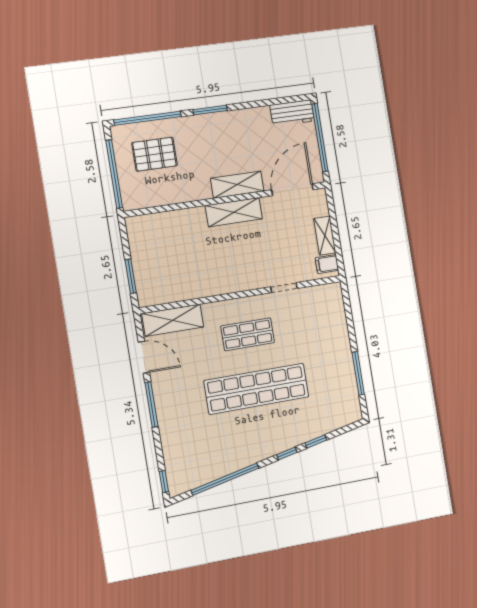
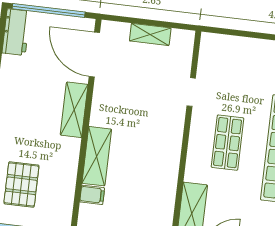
shelving: (234, 212) -> (97, 156), moved
filing cabinet: (327, 264) -> (92, 195), moved, turned -90

